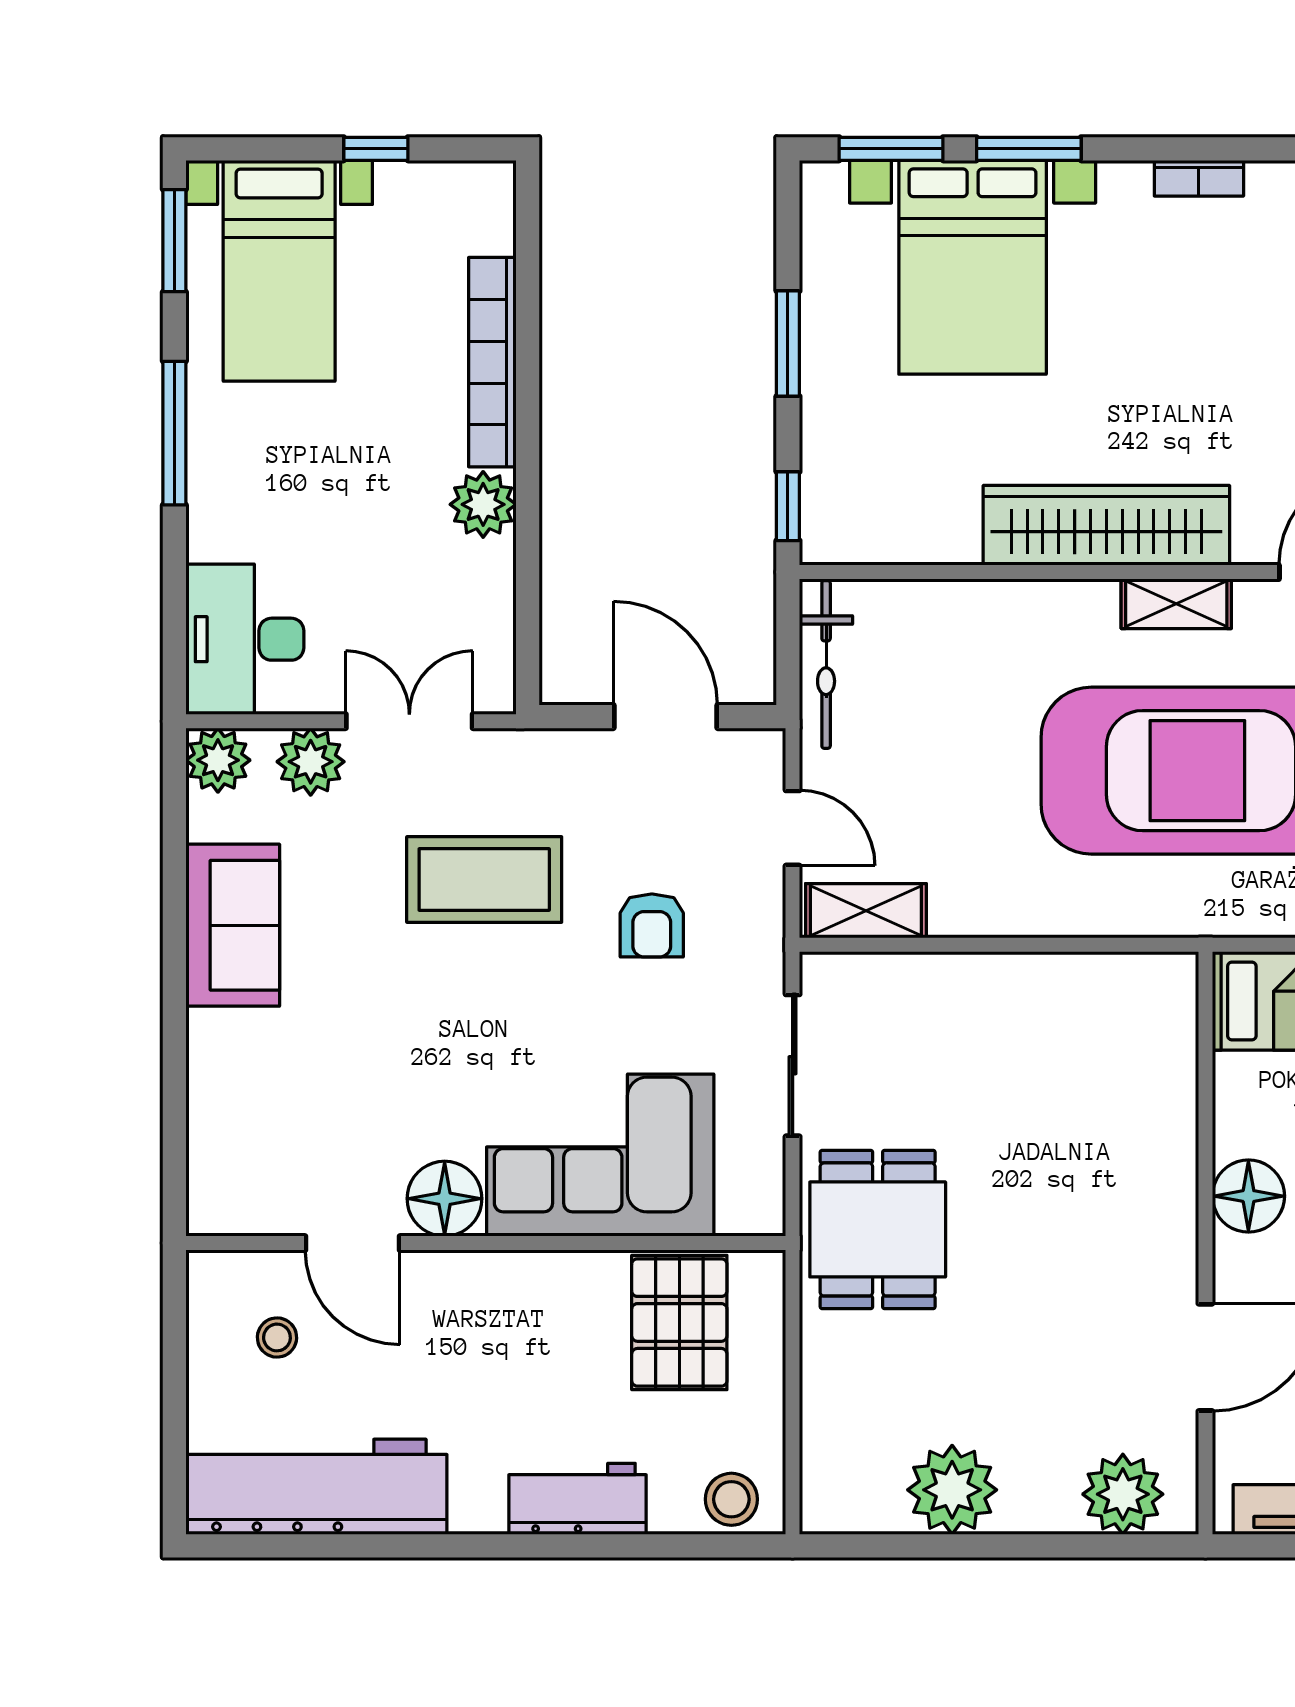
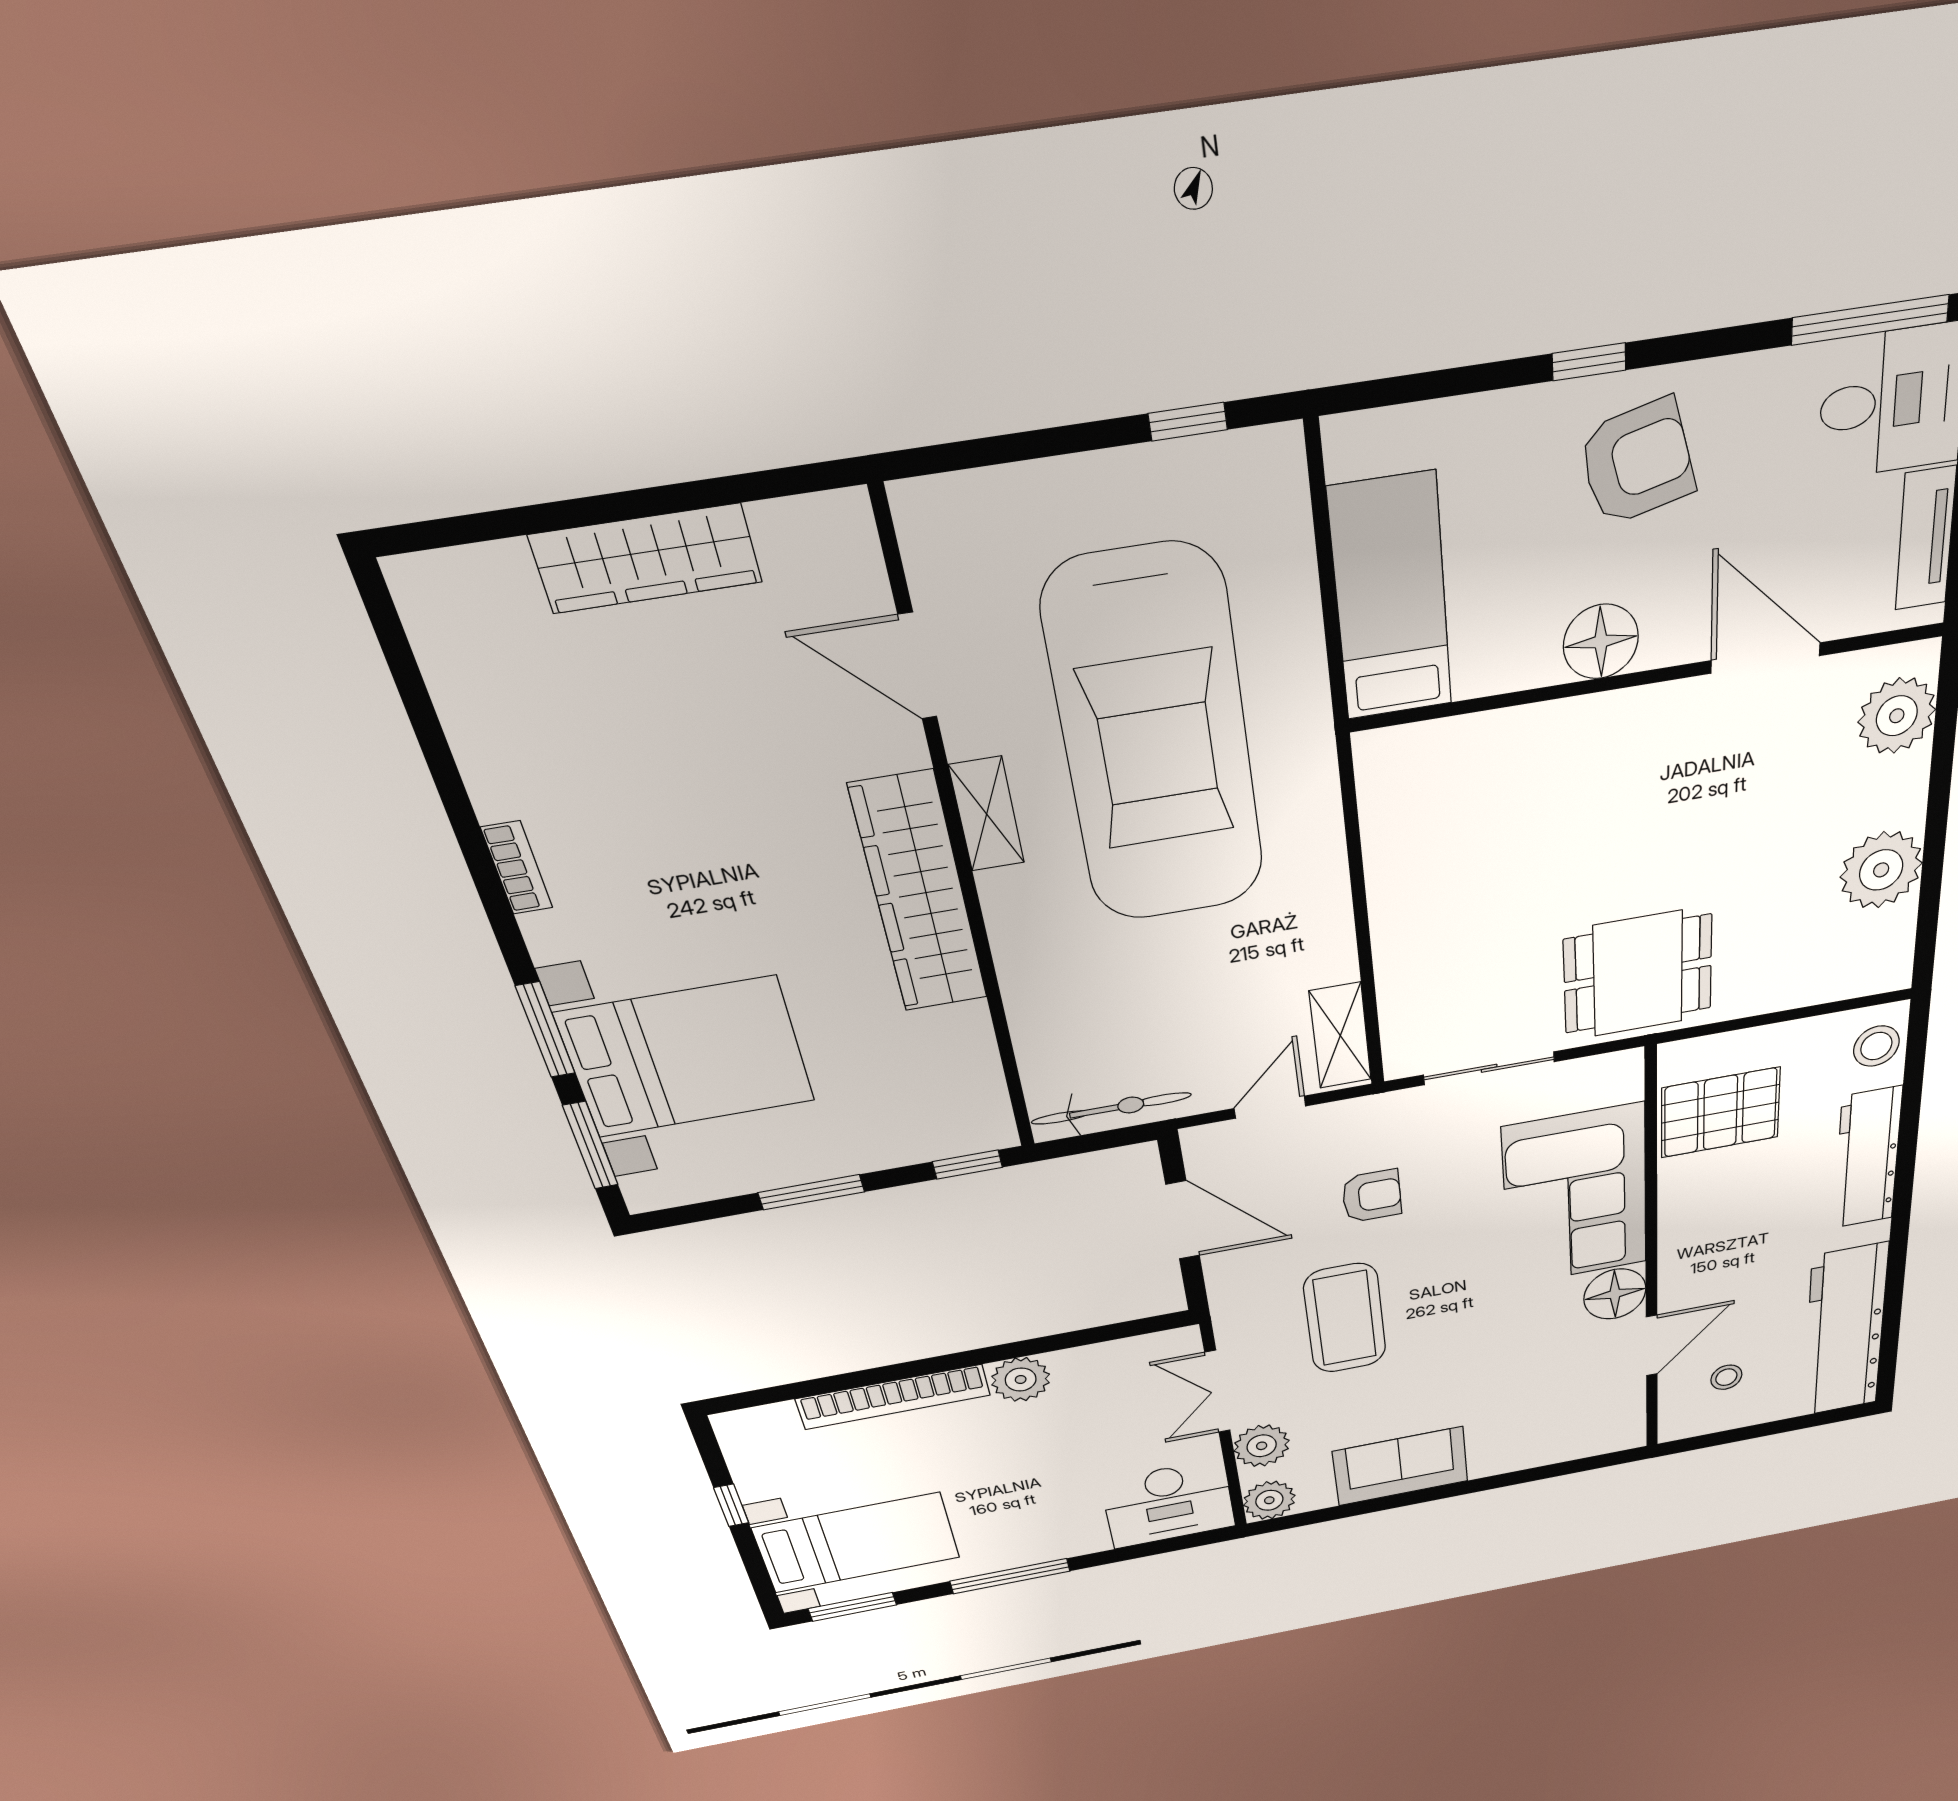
door: (665, 717) -> (1183, 1220), swing flipped
workbench: (577, 1499) -> (1867, 1158), width x1.38

